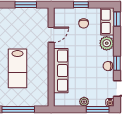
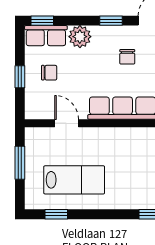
chair: (108, 66) -> (127, 57), moved
lab bench: (17, 68) -> (74, 180), moved

